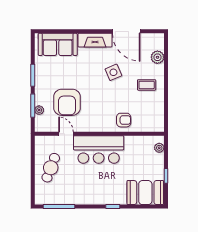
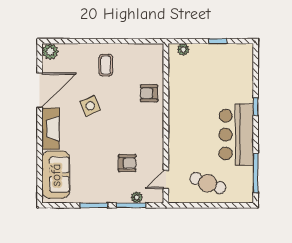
plant: (157, 57) -> (50, 52), moved
armchair: (67, 102) -> (127, 163), width x0.53, depth x0.53
armchair: (124, 120) -> (149, 93), turned -90
door: (66, 134) -> (166, 179), moved
bar counter: (99, 149) -> (236, 135), moved, turned 180
booth: (145, 193) -> (238, 67), removed

